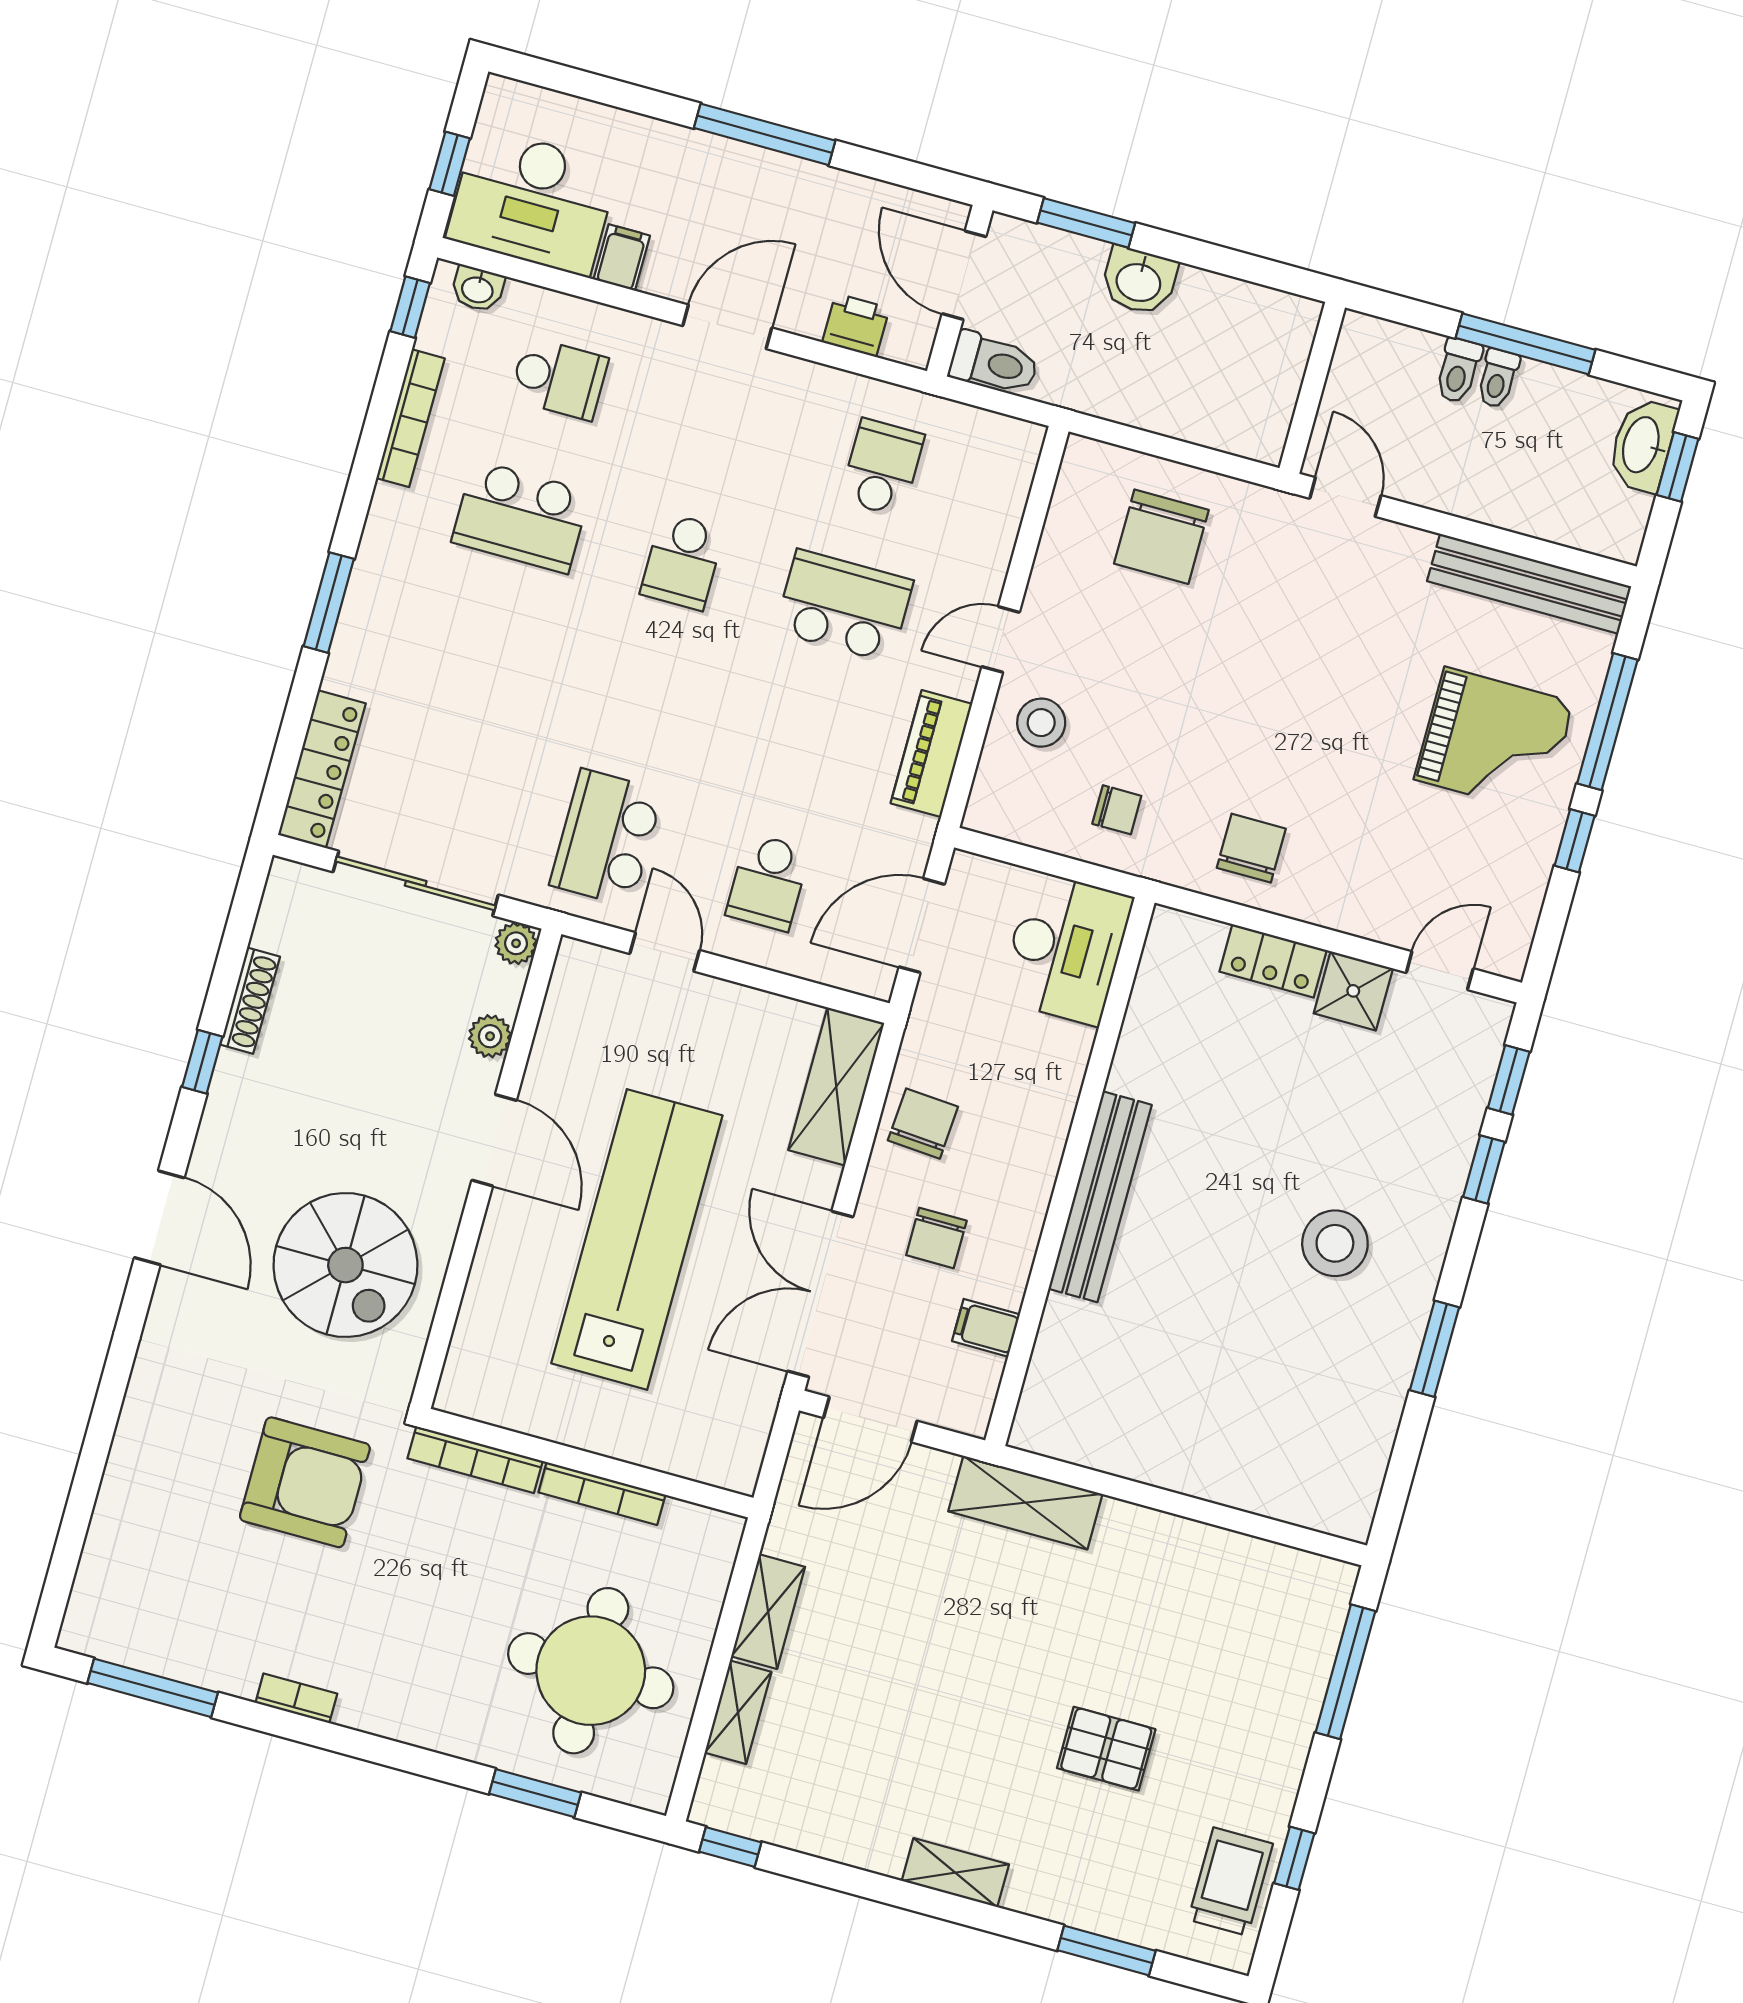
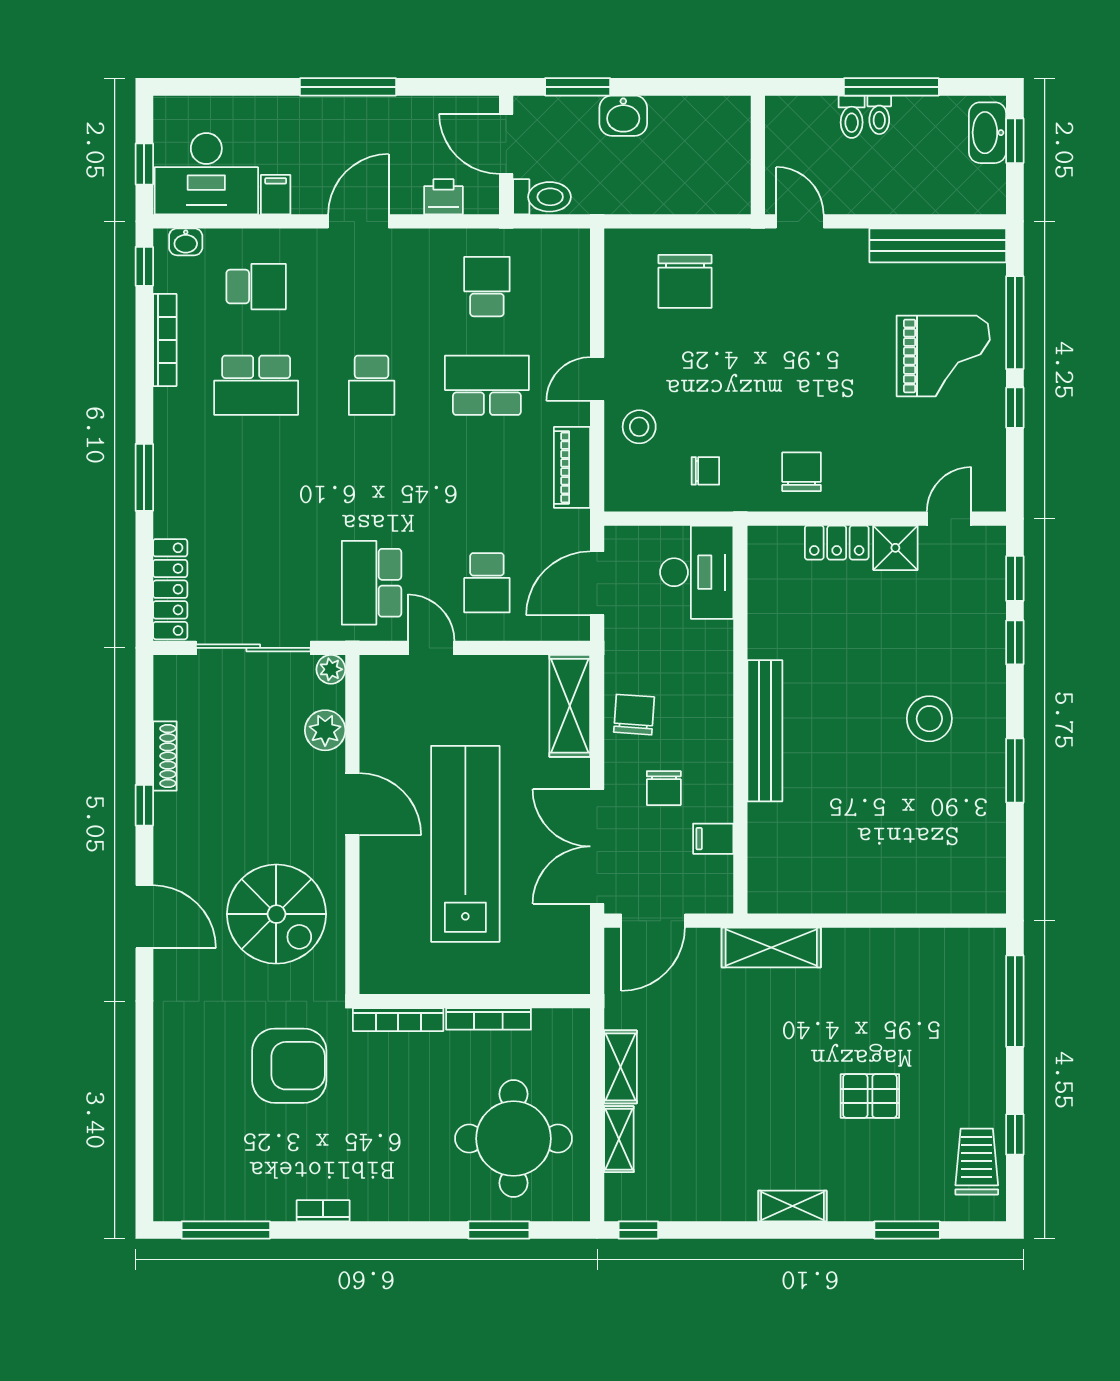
plant: (490, 1036) -> (325, 730), width x1.38, depth x1.38

